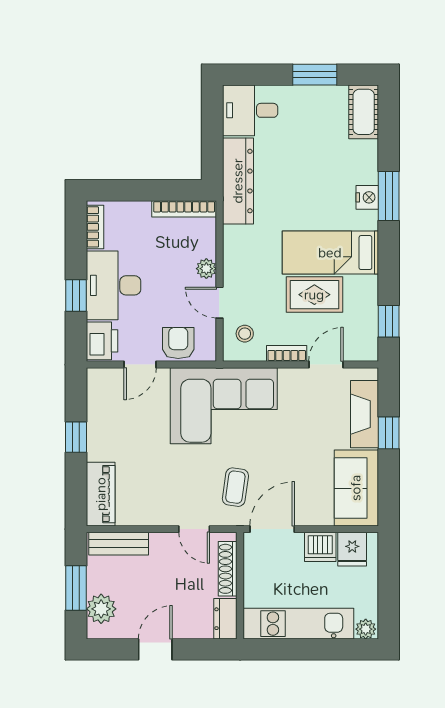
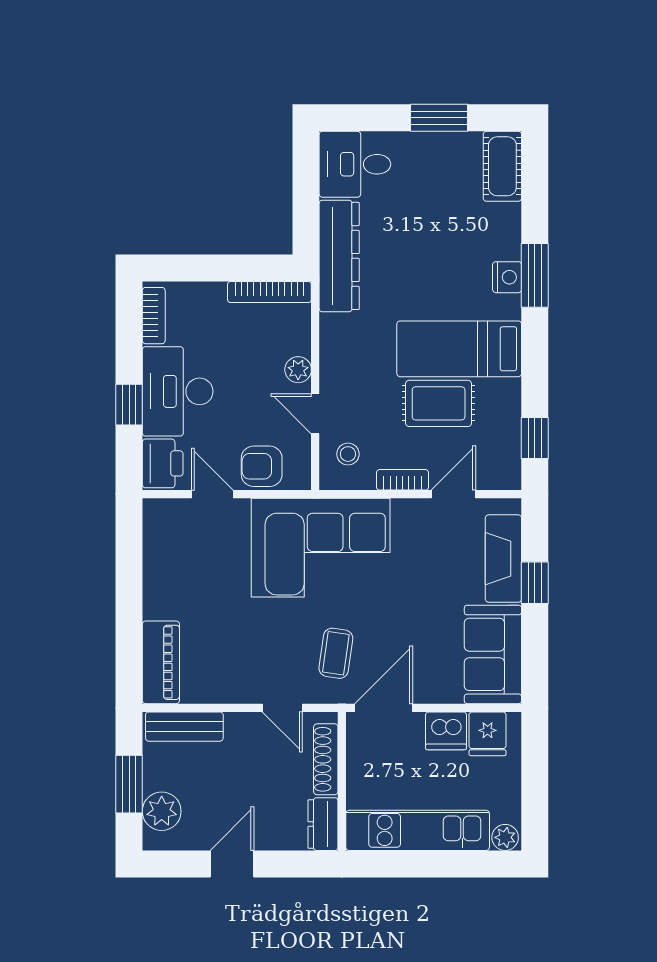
armchair: (178, 343) -> (262, 466), turned -90
door: (140, 365) -> (212, 494), swing flipped
window: (76, 437) -> (129, 588), removed

